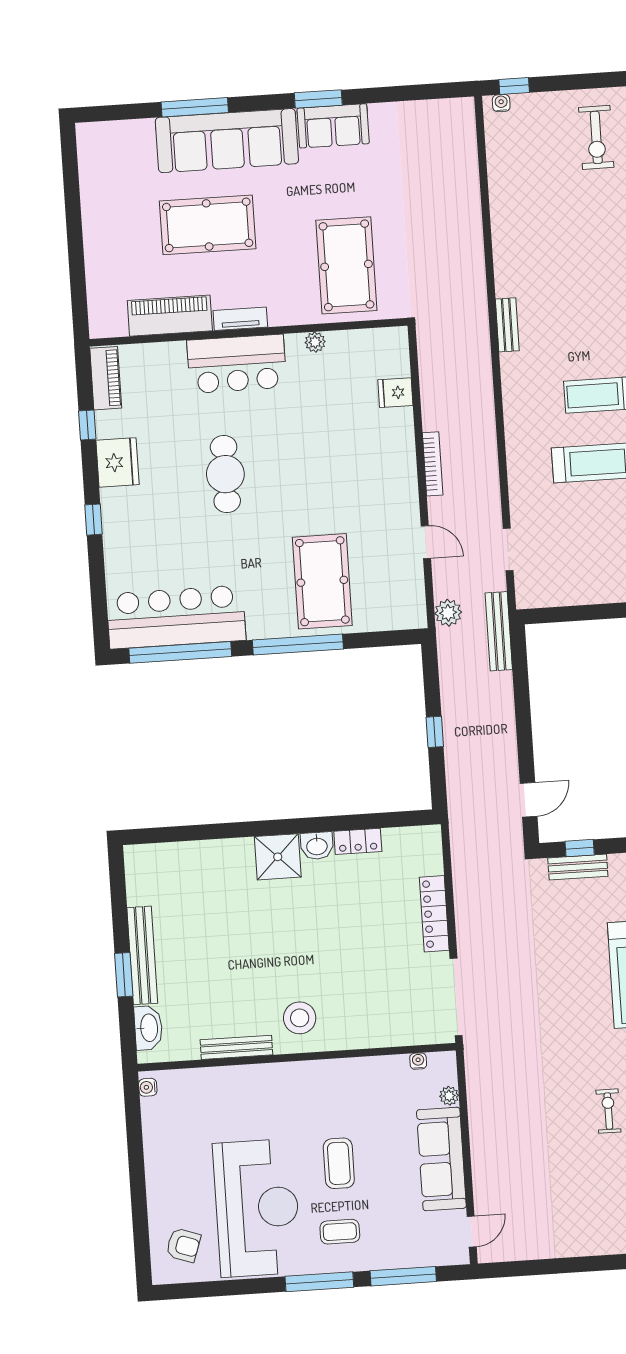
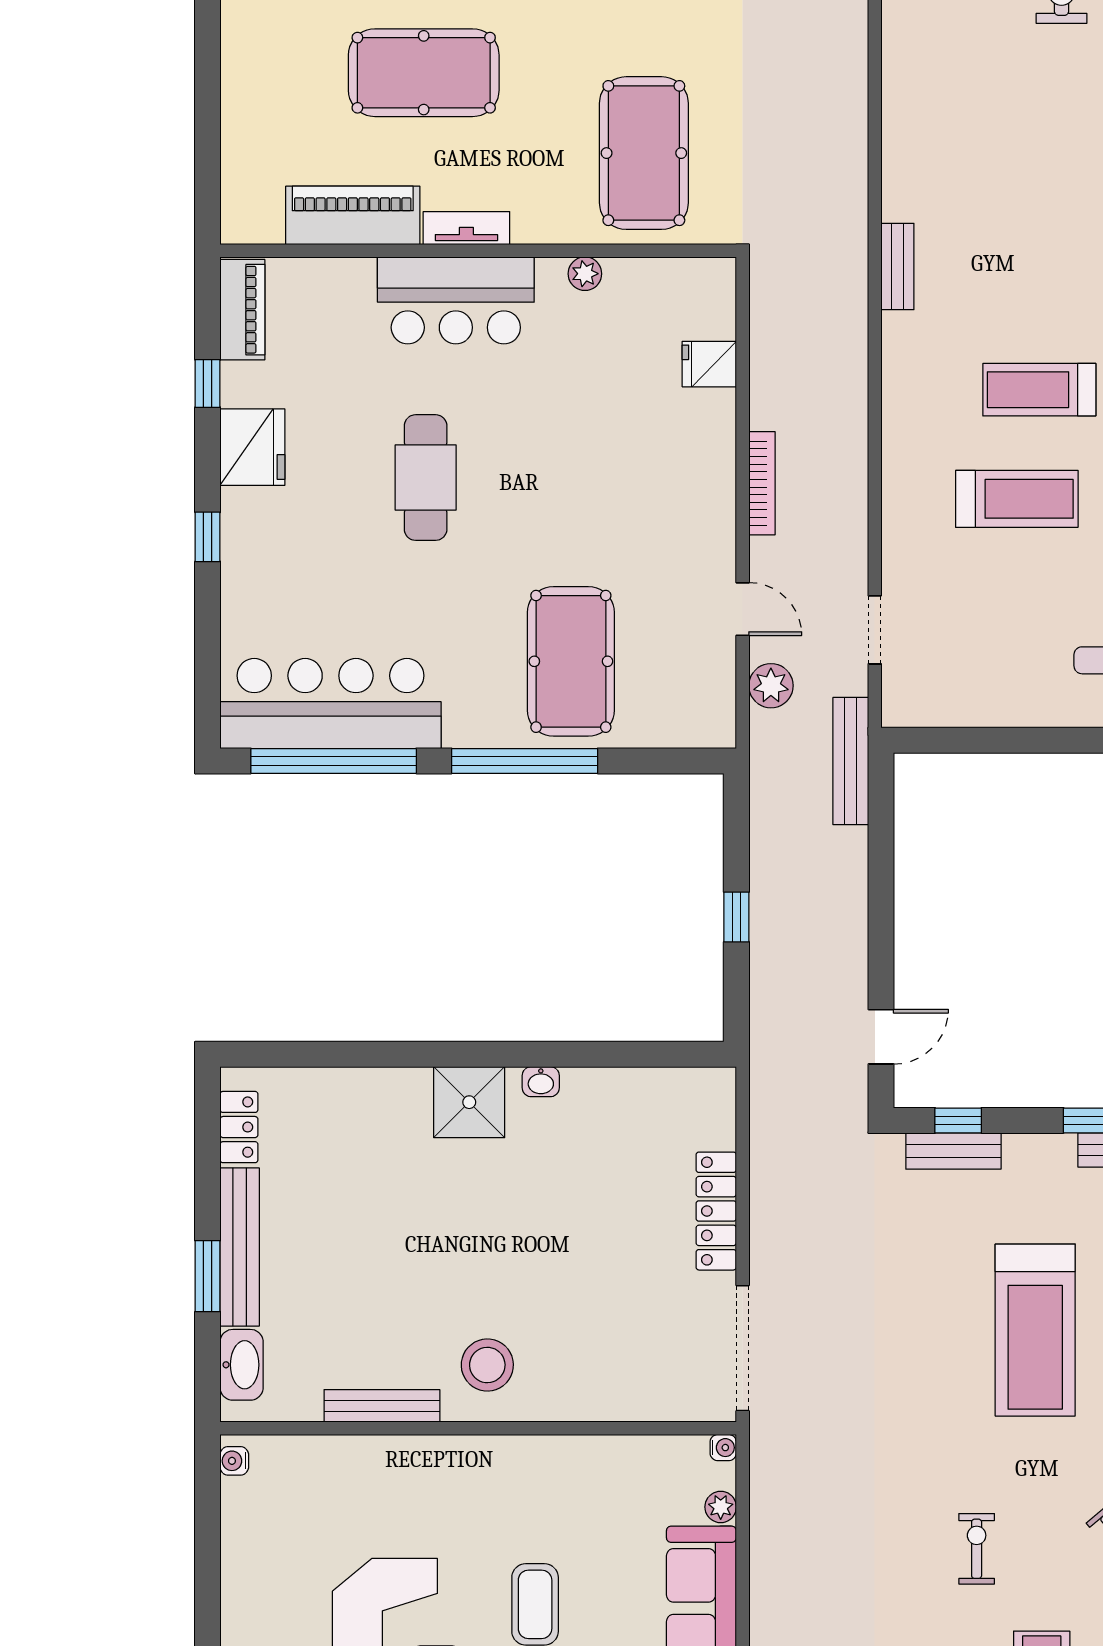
plant: (448, 613) -> (771, 686), moved
locker: (358, 841) -> (239, 1127), moved, turned -90
washbasin: (317, 846) -> (541, 1082), width x0.72, depth x0.69
water cooler: (418, 1061) -> (723, 1448), moved, turned 90

